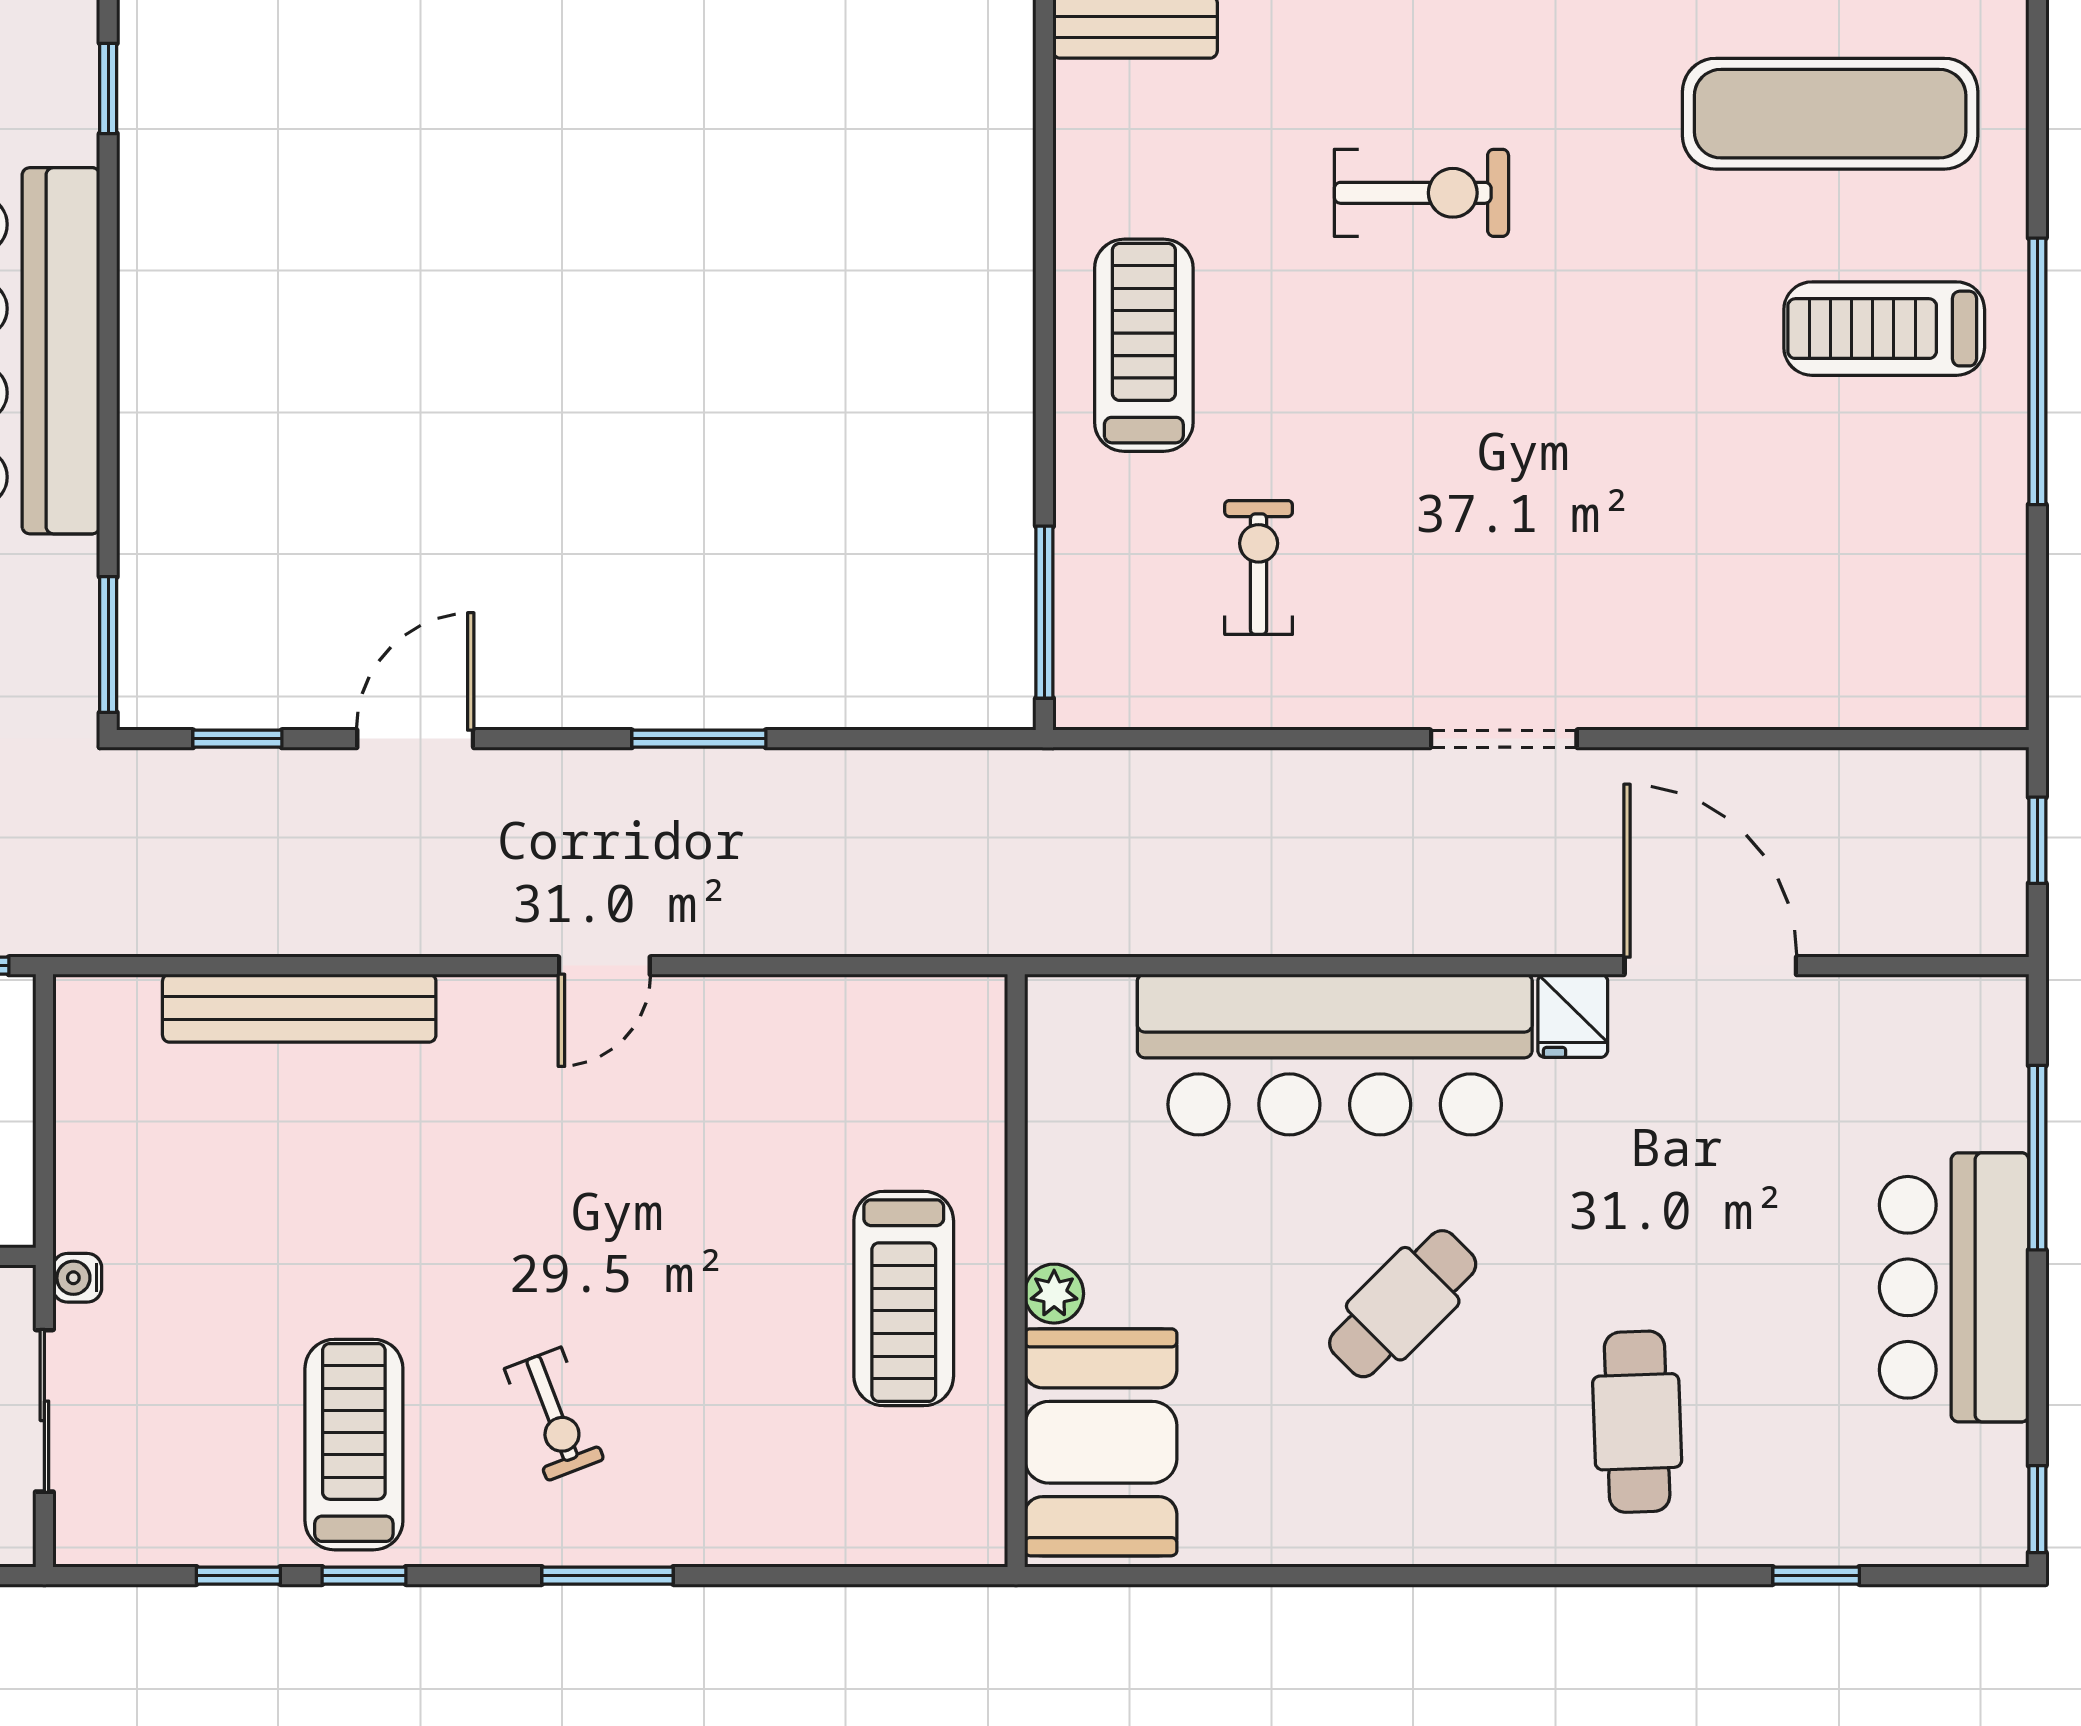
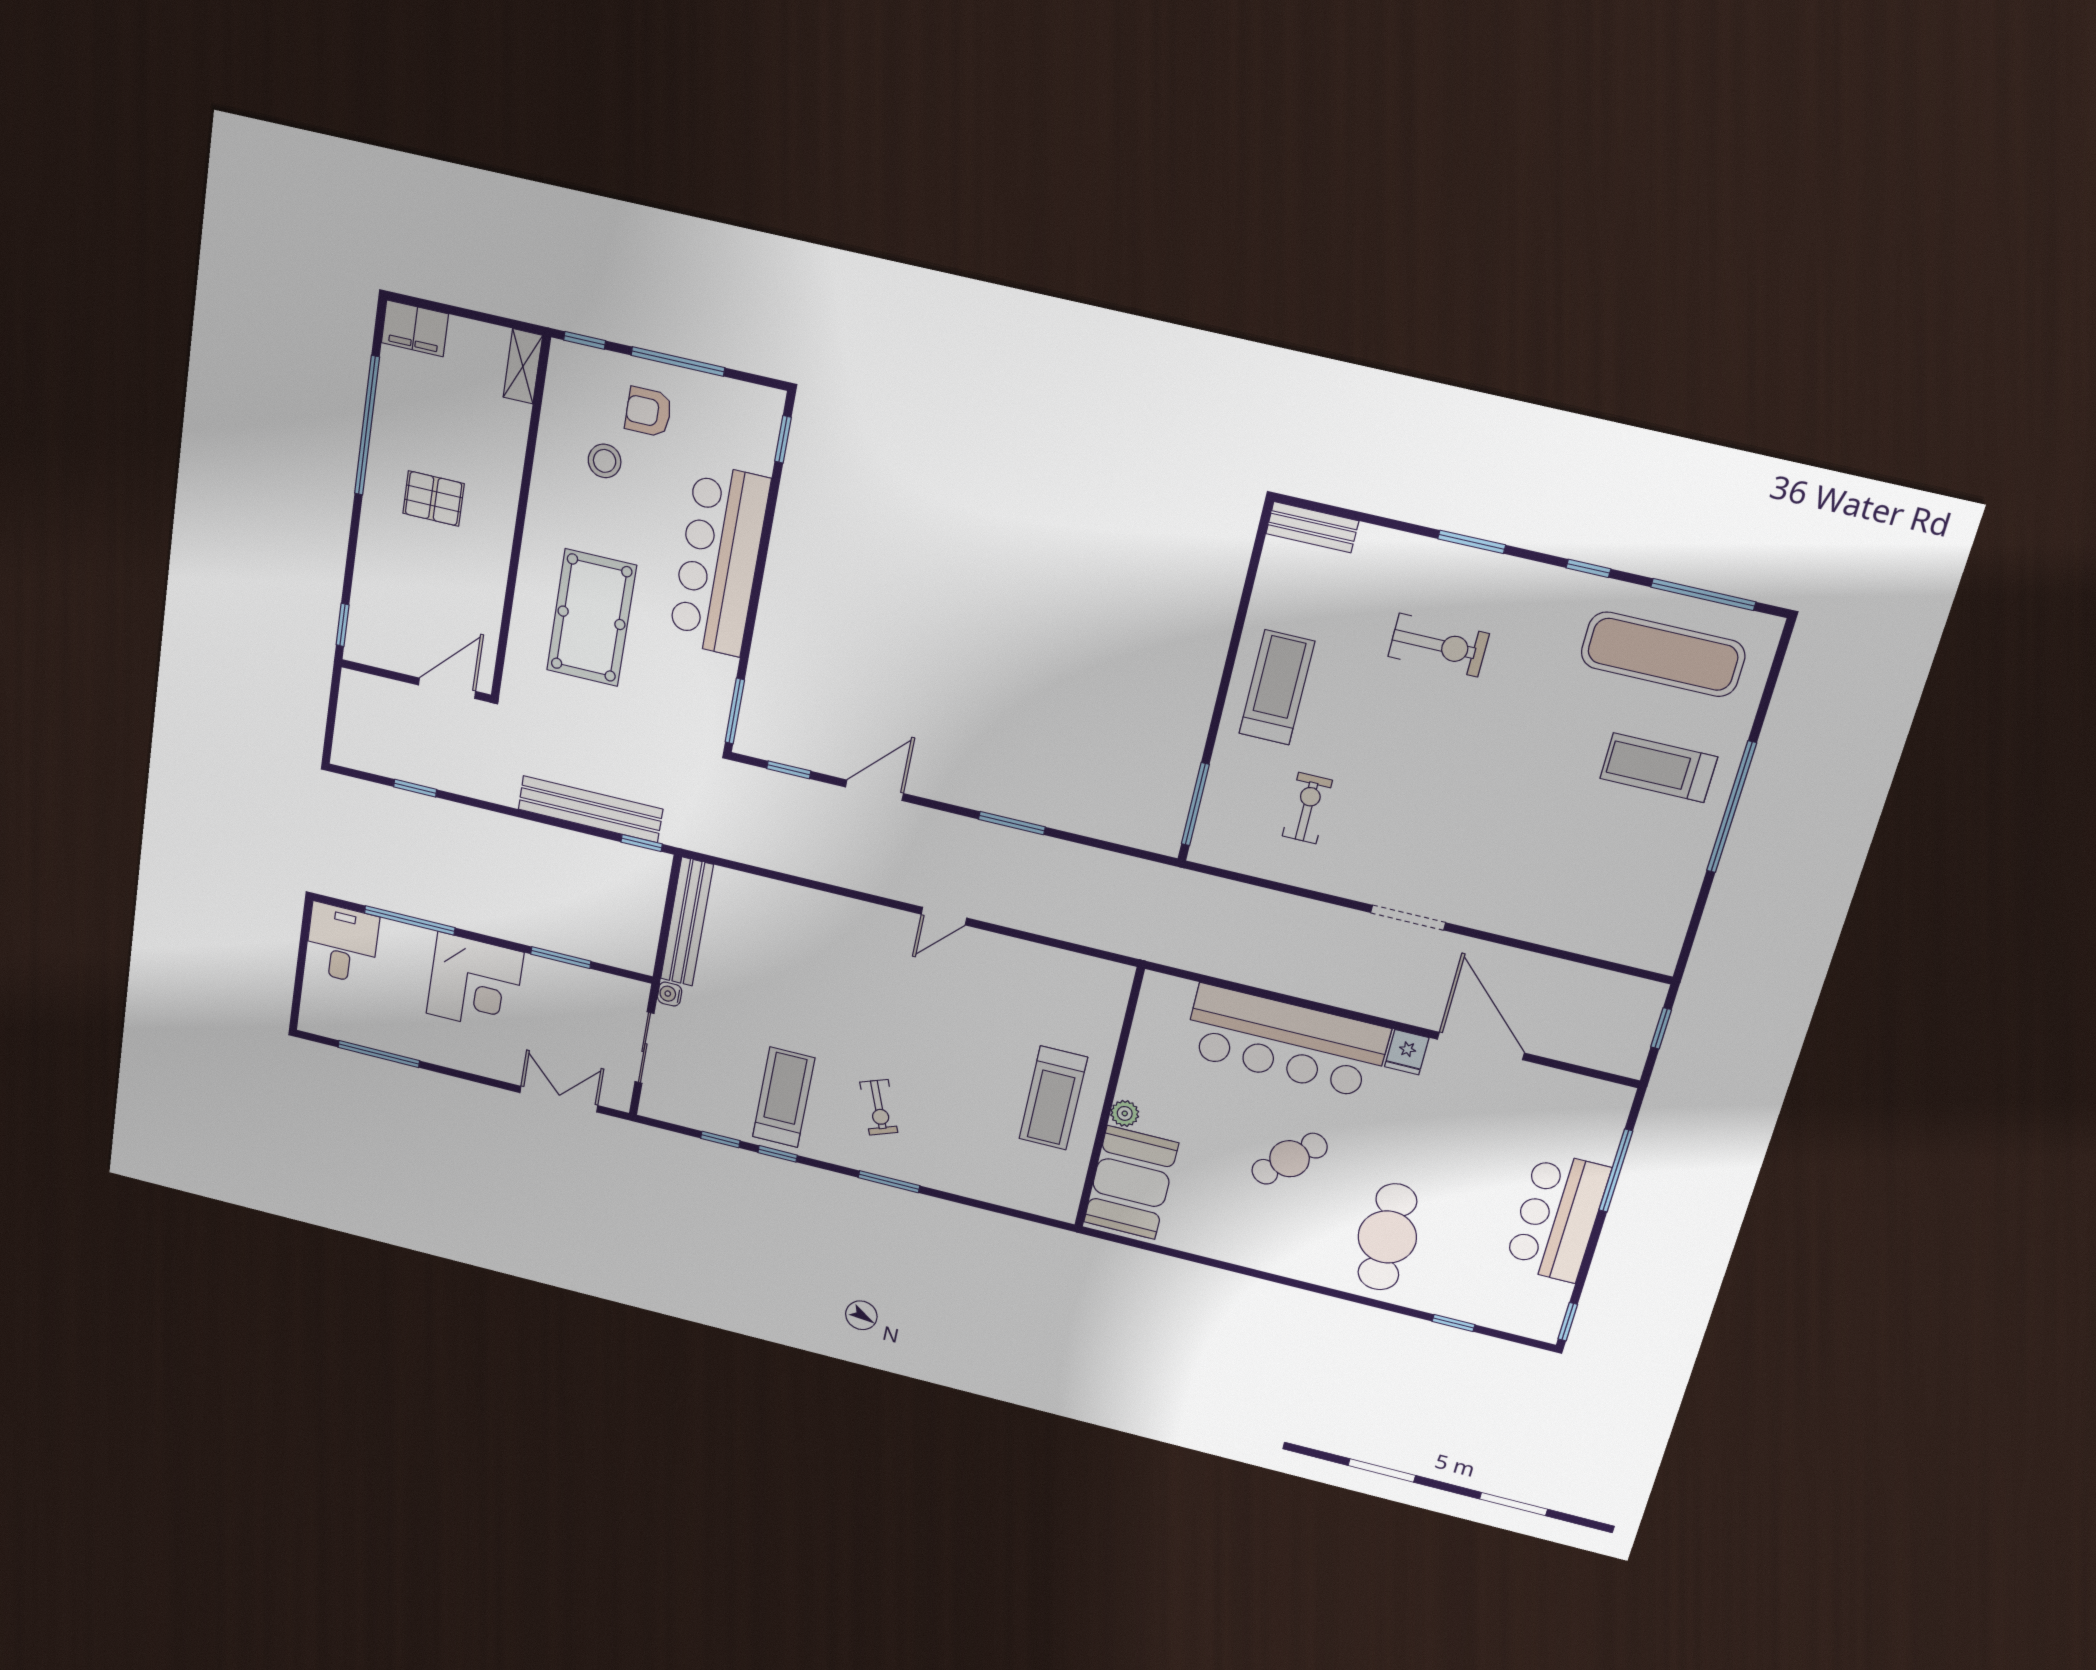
bench: (299, 1008) -> (687, 922), moved, turned 90
cafe table: (1637, 1422) -> (1387, 1237), width x1.37, depth x1.35

